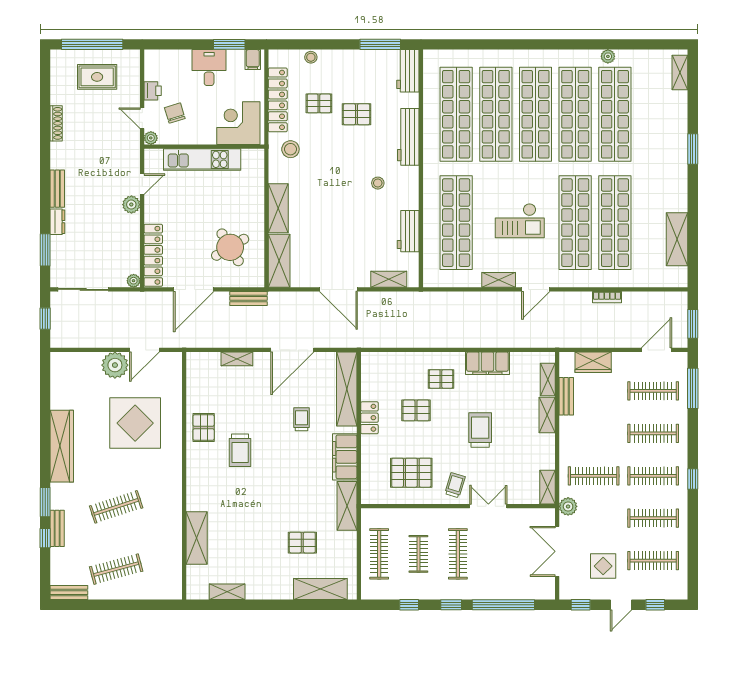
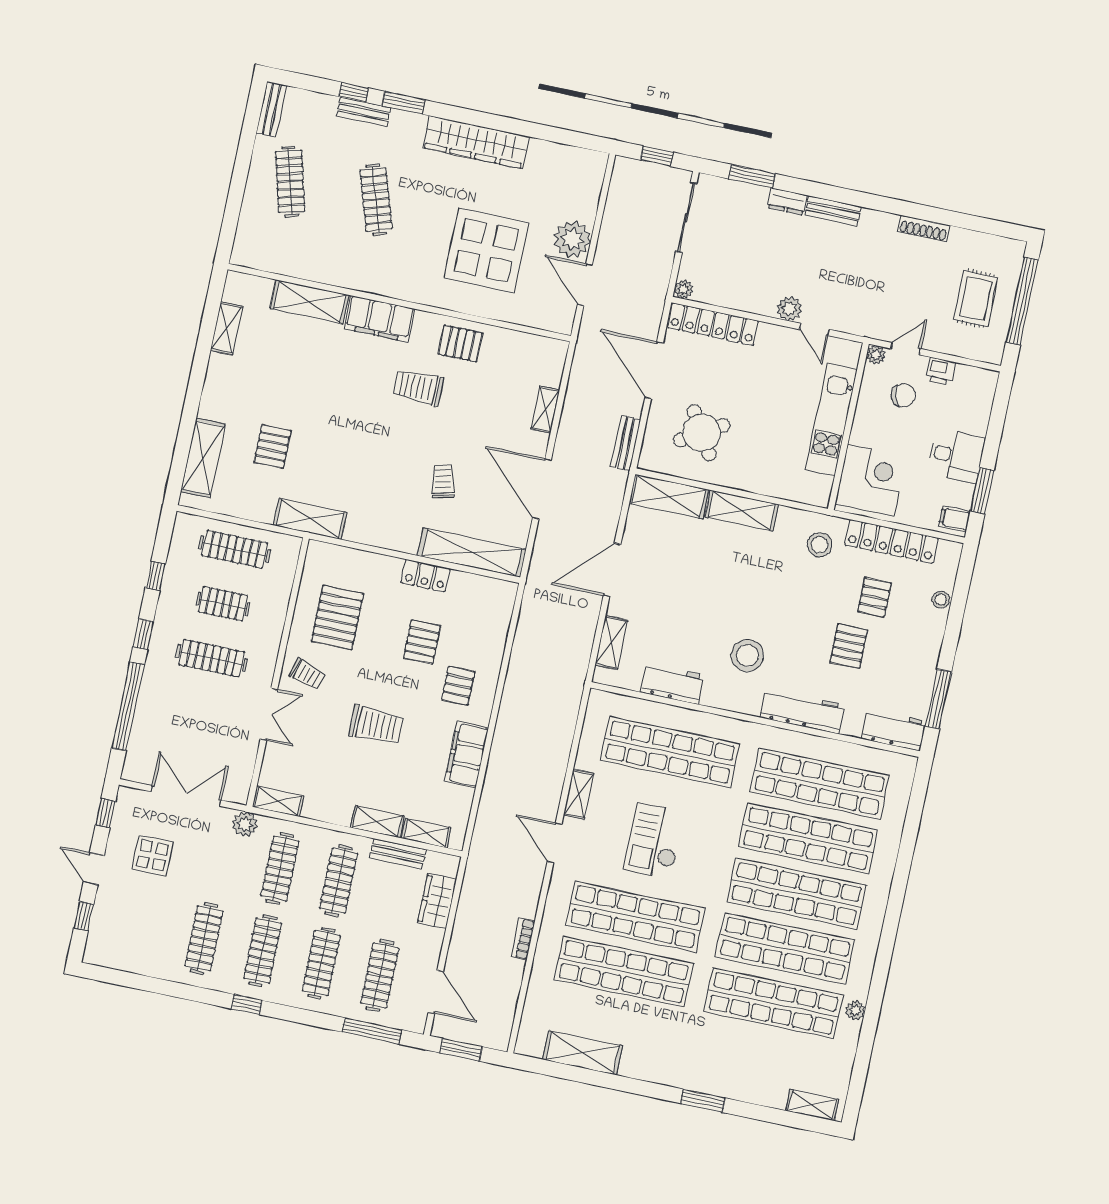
stool: (378, 183) -> (747, 655), width x1.89, depth x1.89
trolley: (301, 419) -> (443, 481), turned -103
filing cabinet: (345, 457) -> (379, 319), moved, turned 180
clothes rail: (653, 561) -> (339, 881), moved

